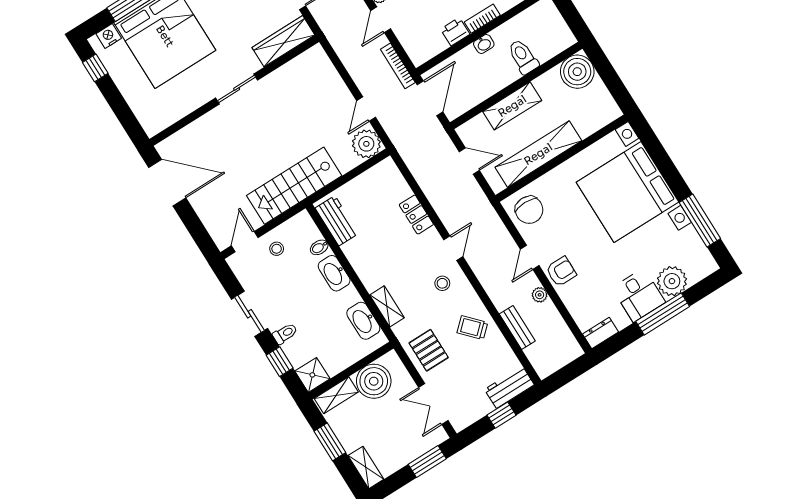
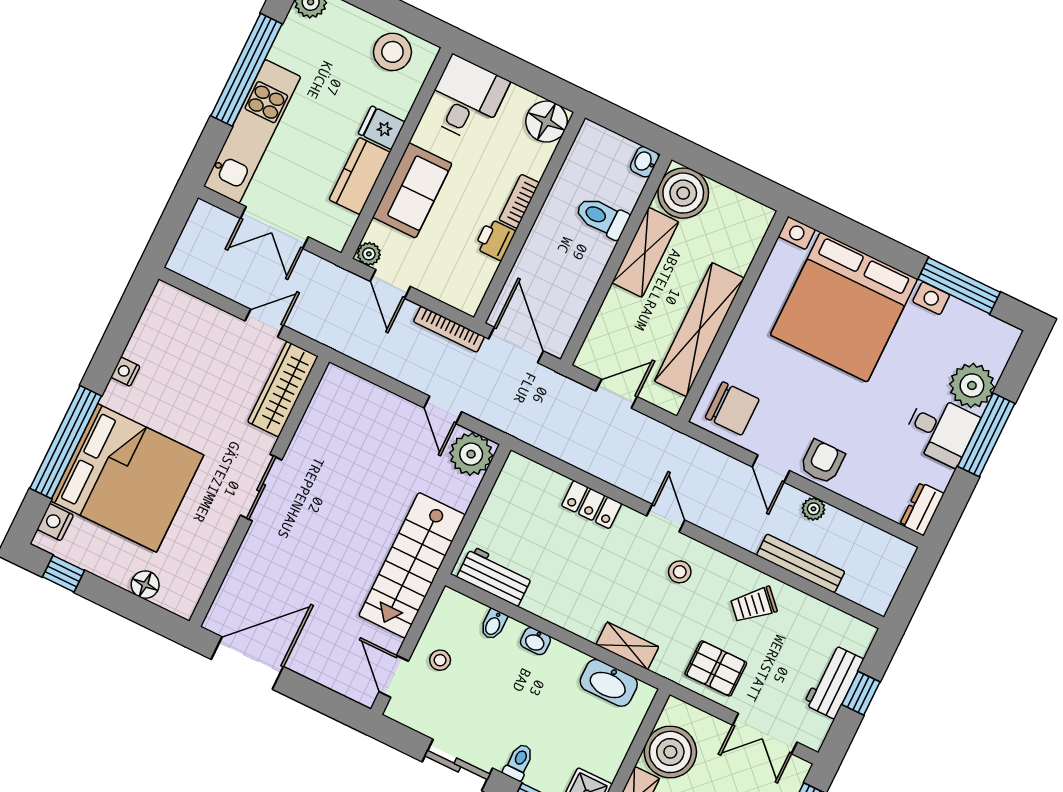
washbasin: (484, 44) -> (644, 162), moved, turned 180
floor lamp: (137, 103) -> (145, 585), added
shelving: (512, 106) -> (645, 252), moved
washbasin: (334, 273) -> (535, 641), width x0.52, depth x0.69
bench: (517, 327) -> (801, 563), width x1.36
workbench: (509, 387) -> (834, 682), moved

